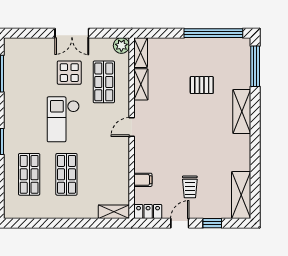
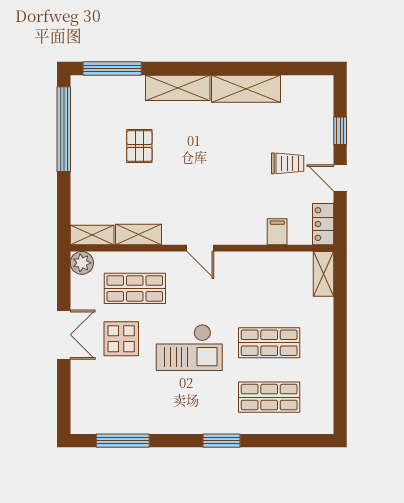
shelving: (241, 195) -> (246, 89), moved

